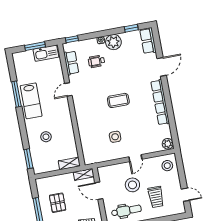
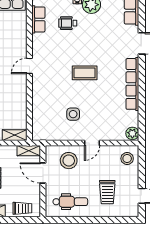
door: (68, 89) -> (29, 66), moved
stool: (132, 185) -> (69, 161), moved

